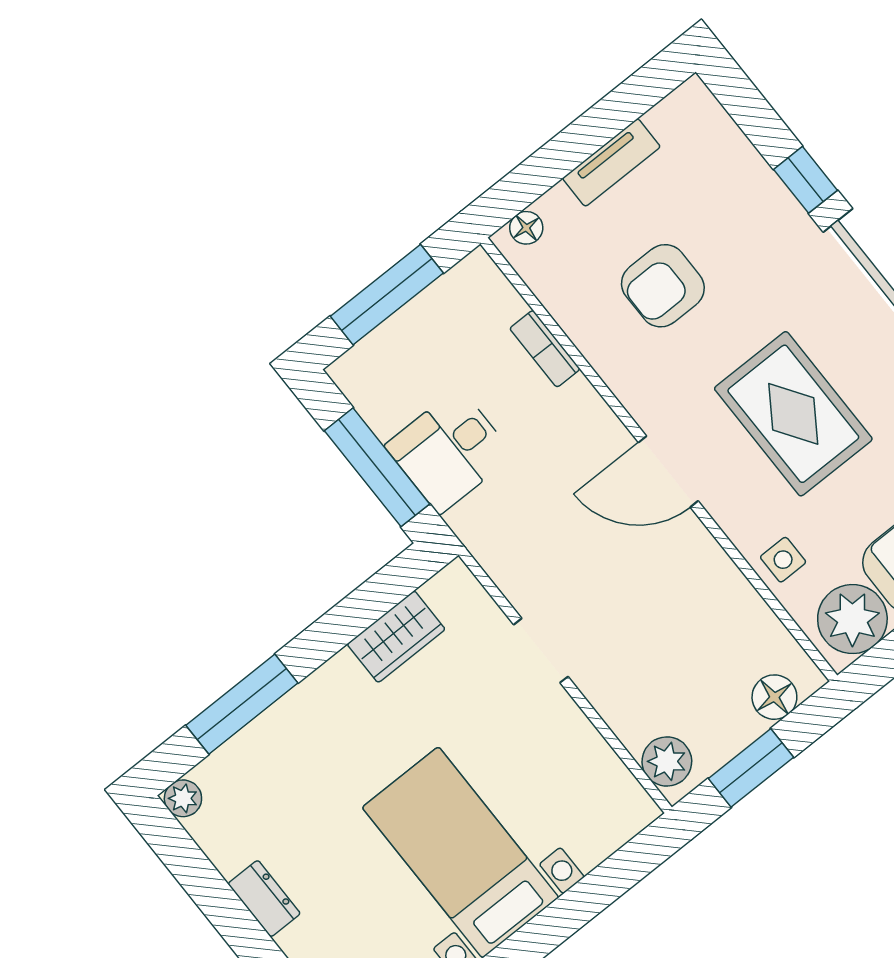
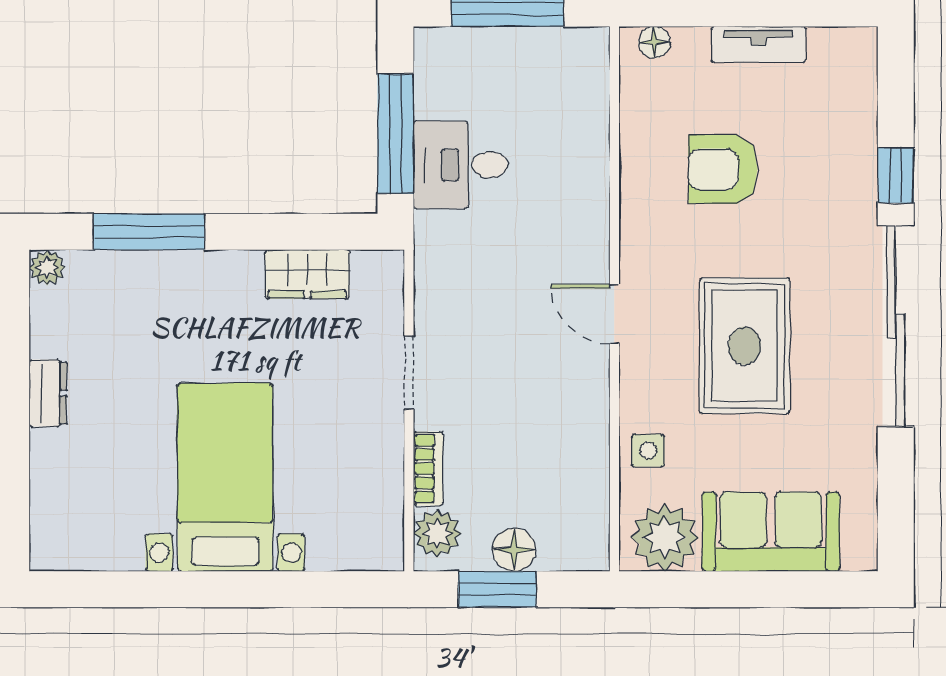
bookcase: (545, 349) -> (428, 469), moved, turned 180
door: (668, 472) -> (614, 314), width x0.73
floor lamp: (774, 697) -> (514, 550), moved

